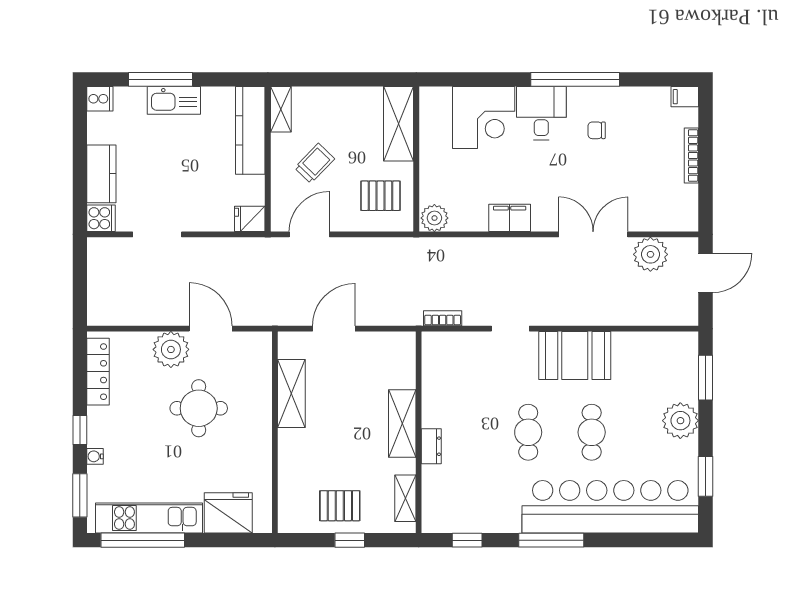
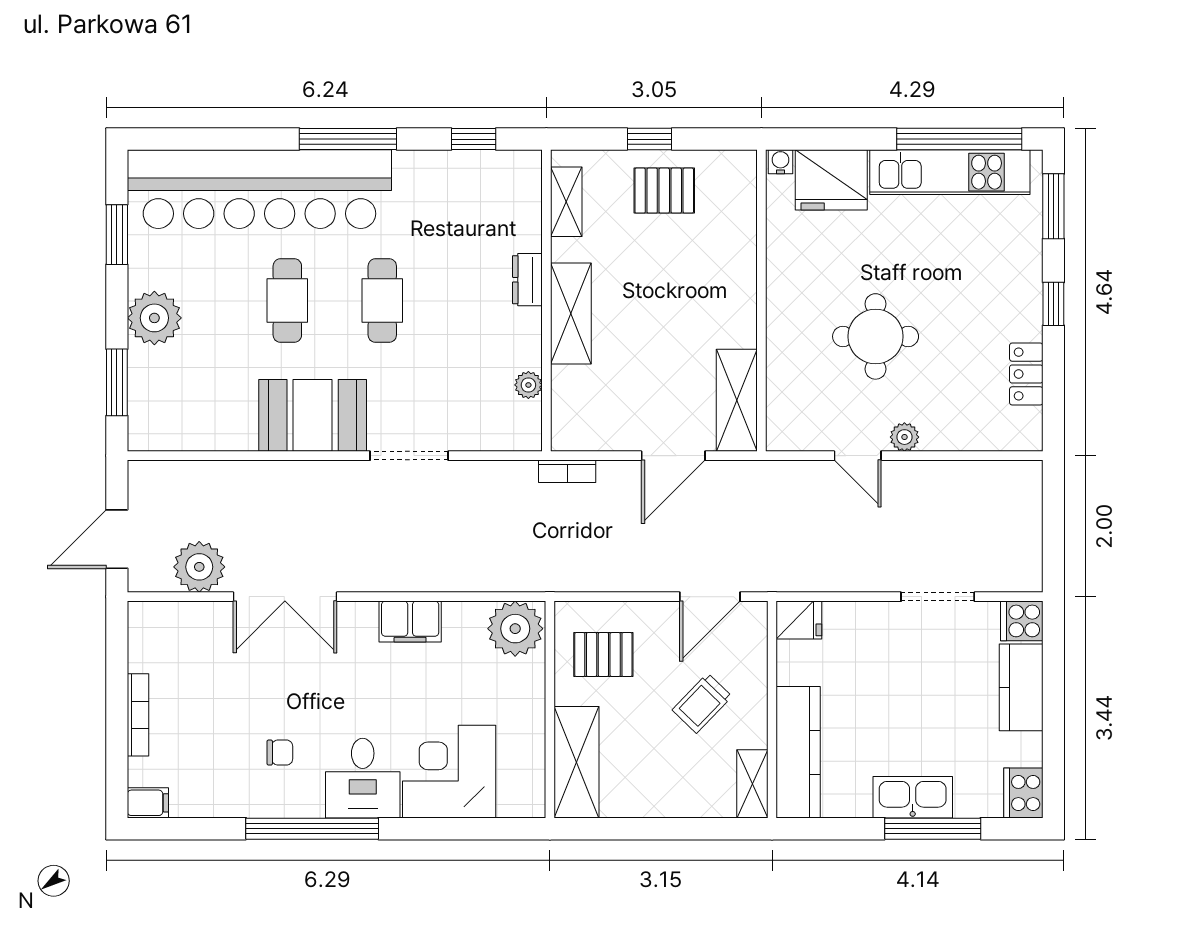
cooker: (100, 99) -> (1023, 793), width x1.36
plant: (434, 218) -> (515, 629), width x1.36, depth x1.36
bookcase: (443, 318) -> (567, 471), moved
door: (211, 329) -> (858, 456), width x0.73
doorway: (510, 329) -> (409, 456), width x1.38
plant: (171, 349) -> (904, 437), width x0.53, depth x0.53
locker: (98, 372) -> (1026, 374), width x0.66
plant: (431, 376) -> (528, 385), added
shelving: (291, 393) -> (737, 400), moved
water cooler: (95, 456) -> (780, 162), moved, turned -90

